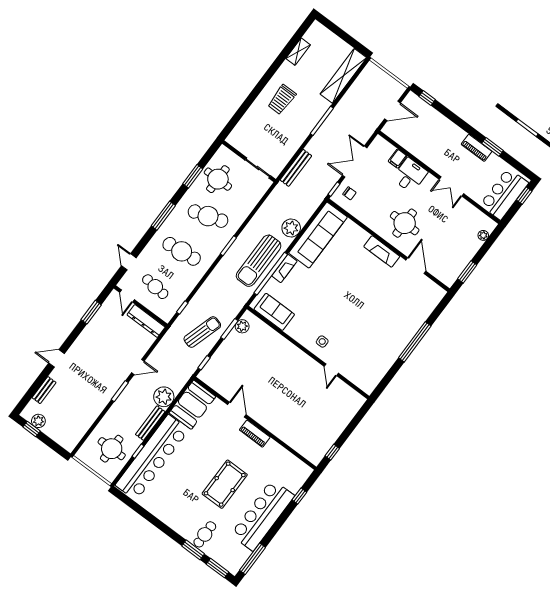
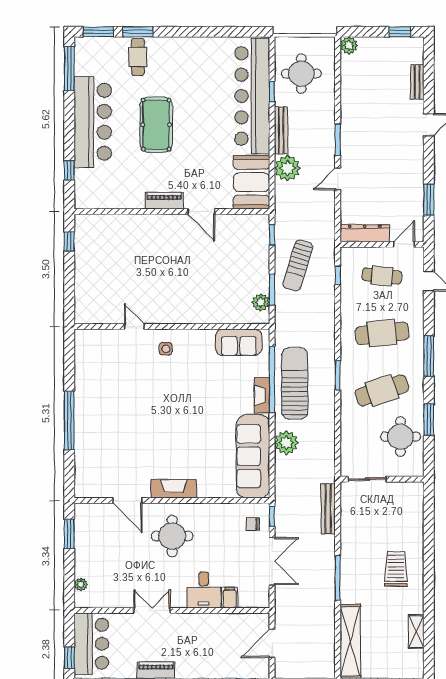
door: (127, 296) -> (404, 244), hinge flipped
plant: (38, 421) -> (349, 45), moved

